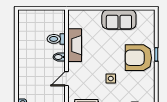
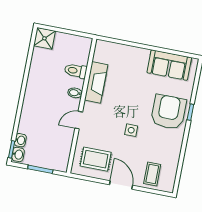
shower: (26, 17) -> (44, 38), added
sofa: (119, 19) -> (169, 65), moved
armchair: (138, 58) -> (169, 112), turned 90

